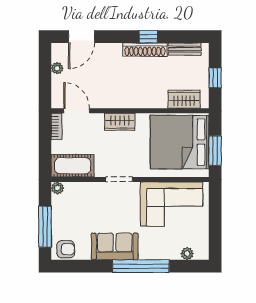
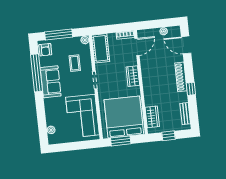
shoe rack: (145, 50) -> (181, 77), moved
coffee table: (91, 207) -> (75, 63), added
window: (141, 266) -> (37, 73), moved

